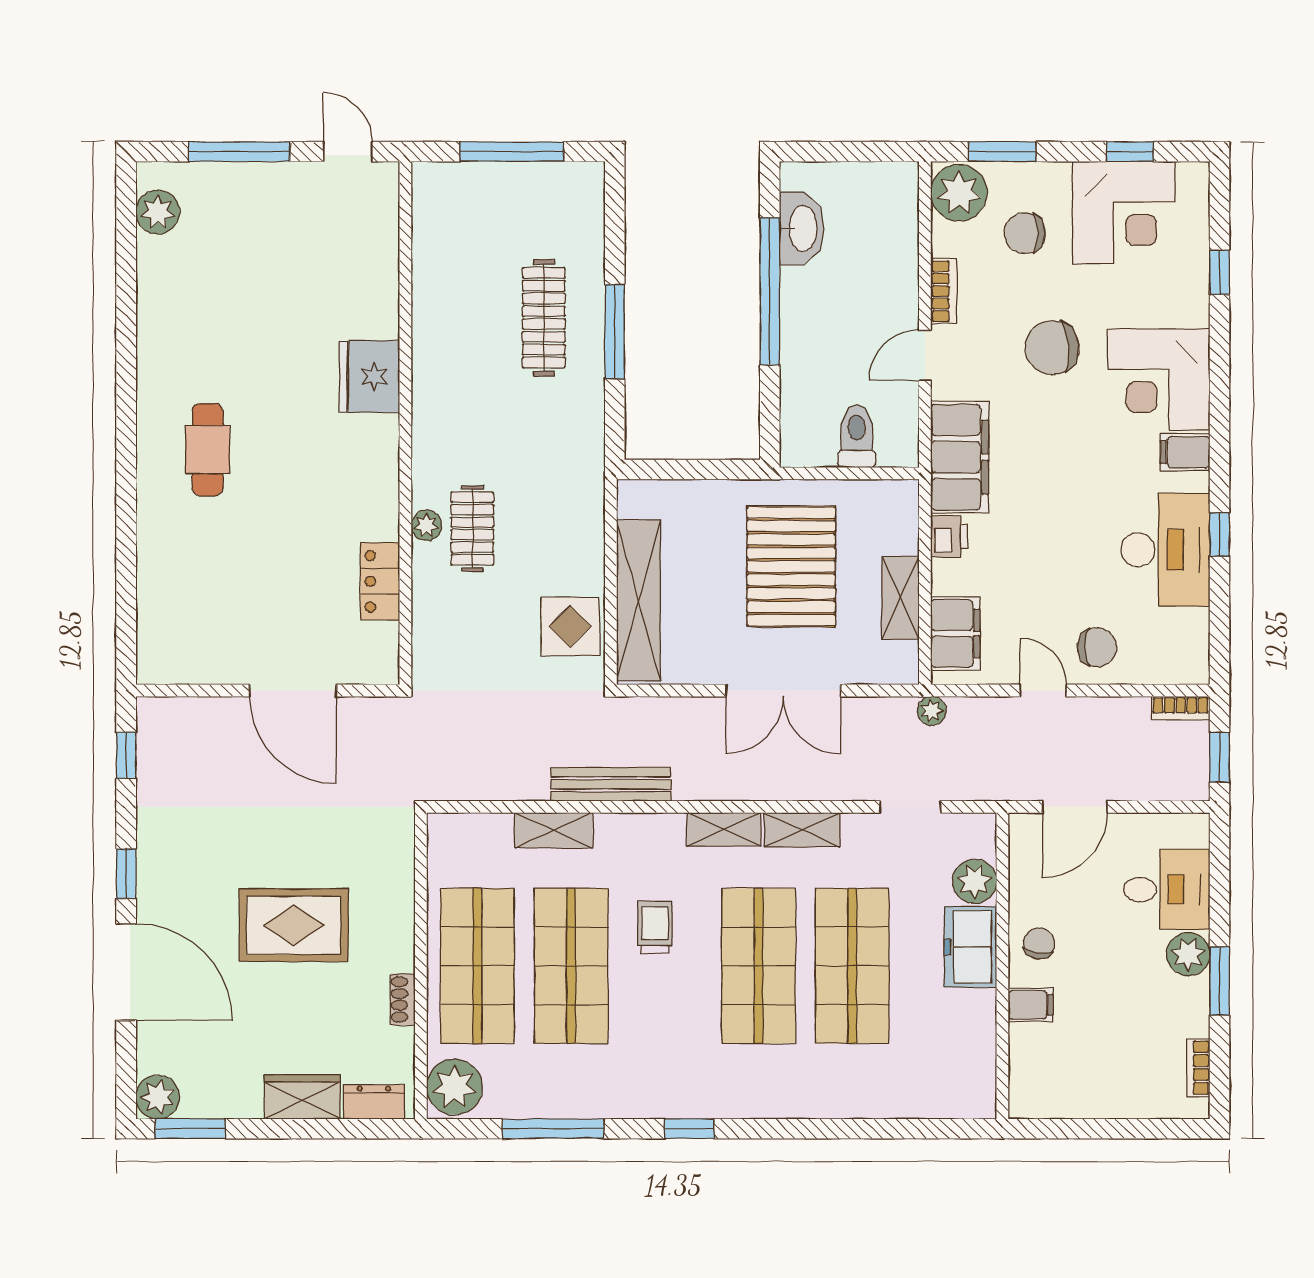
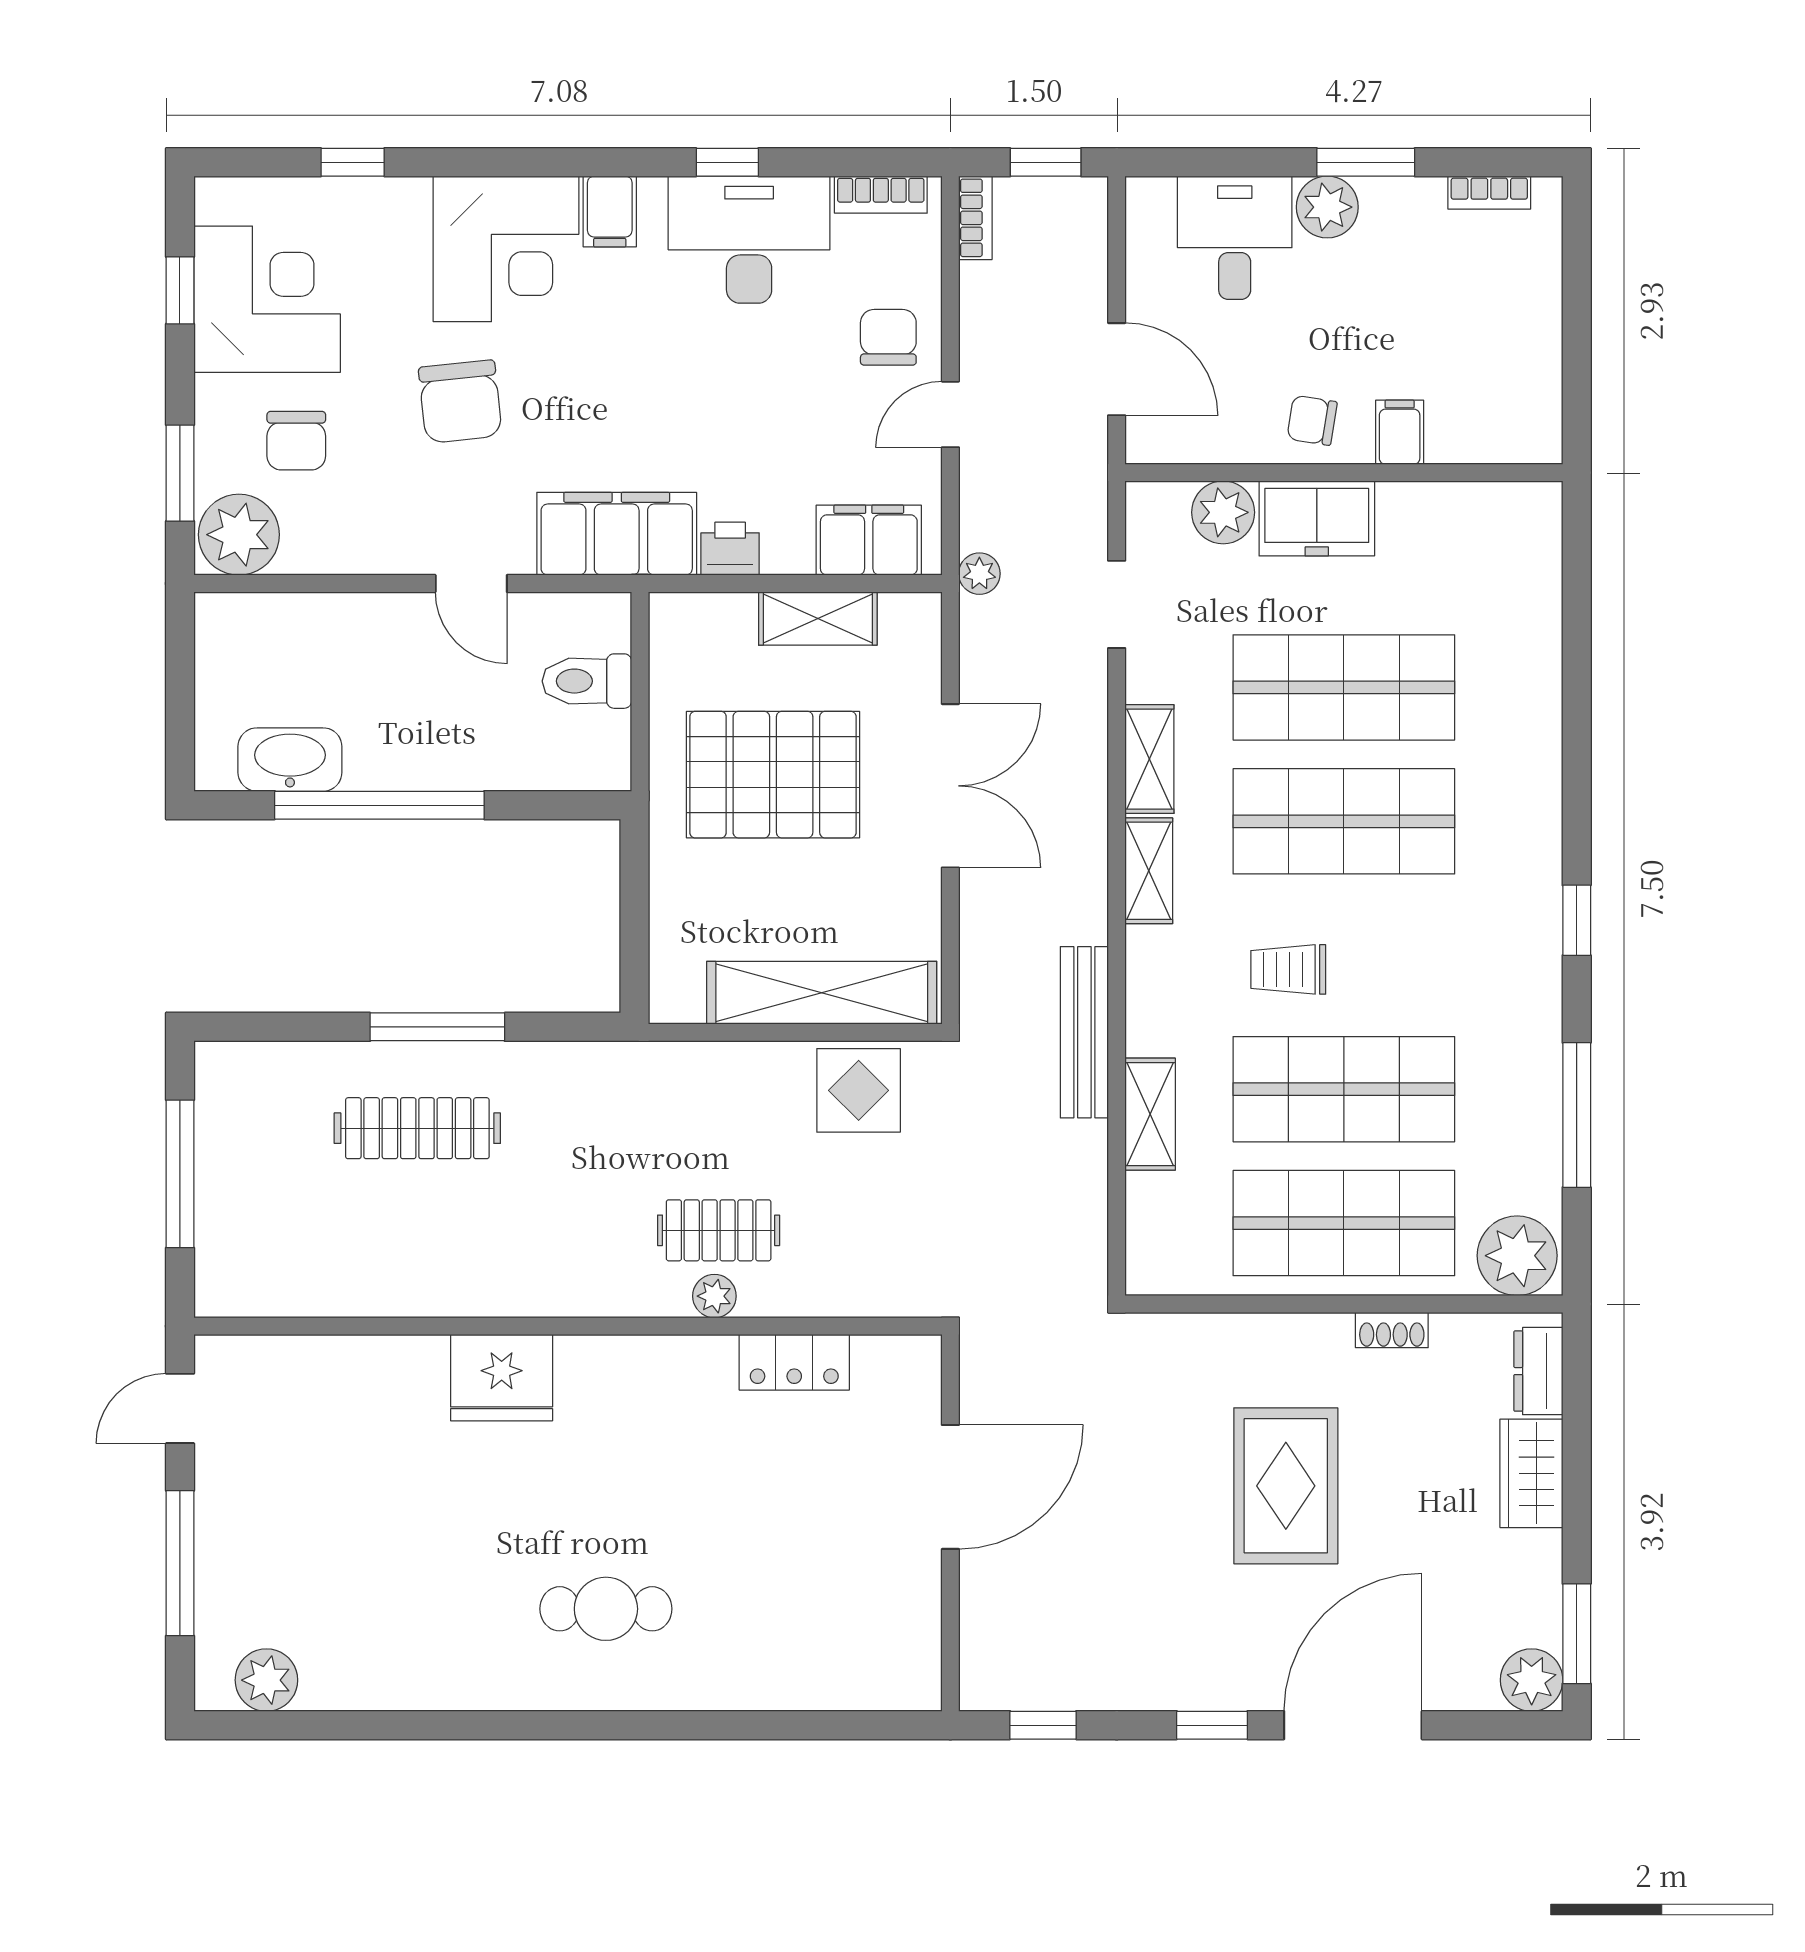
bookcase: (944, 291) -> (881, 195), moved, turned 180

